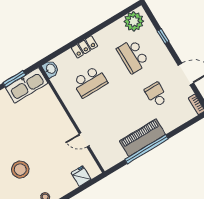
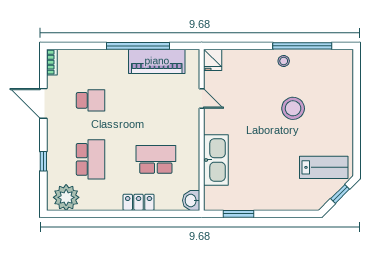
kitchen sink: (27, 85) -> (216, 160), moved, turned 90
school desk: (156, 95) -> (90, 100), turned -90
piano: (142, 138) -> (157, 61), moved
fridge: (81, 176) -> (213, 60), moved

